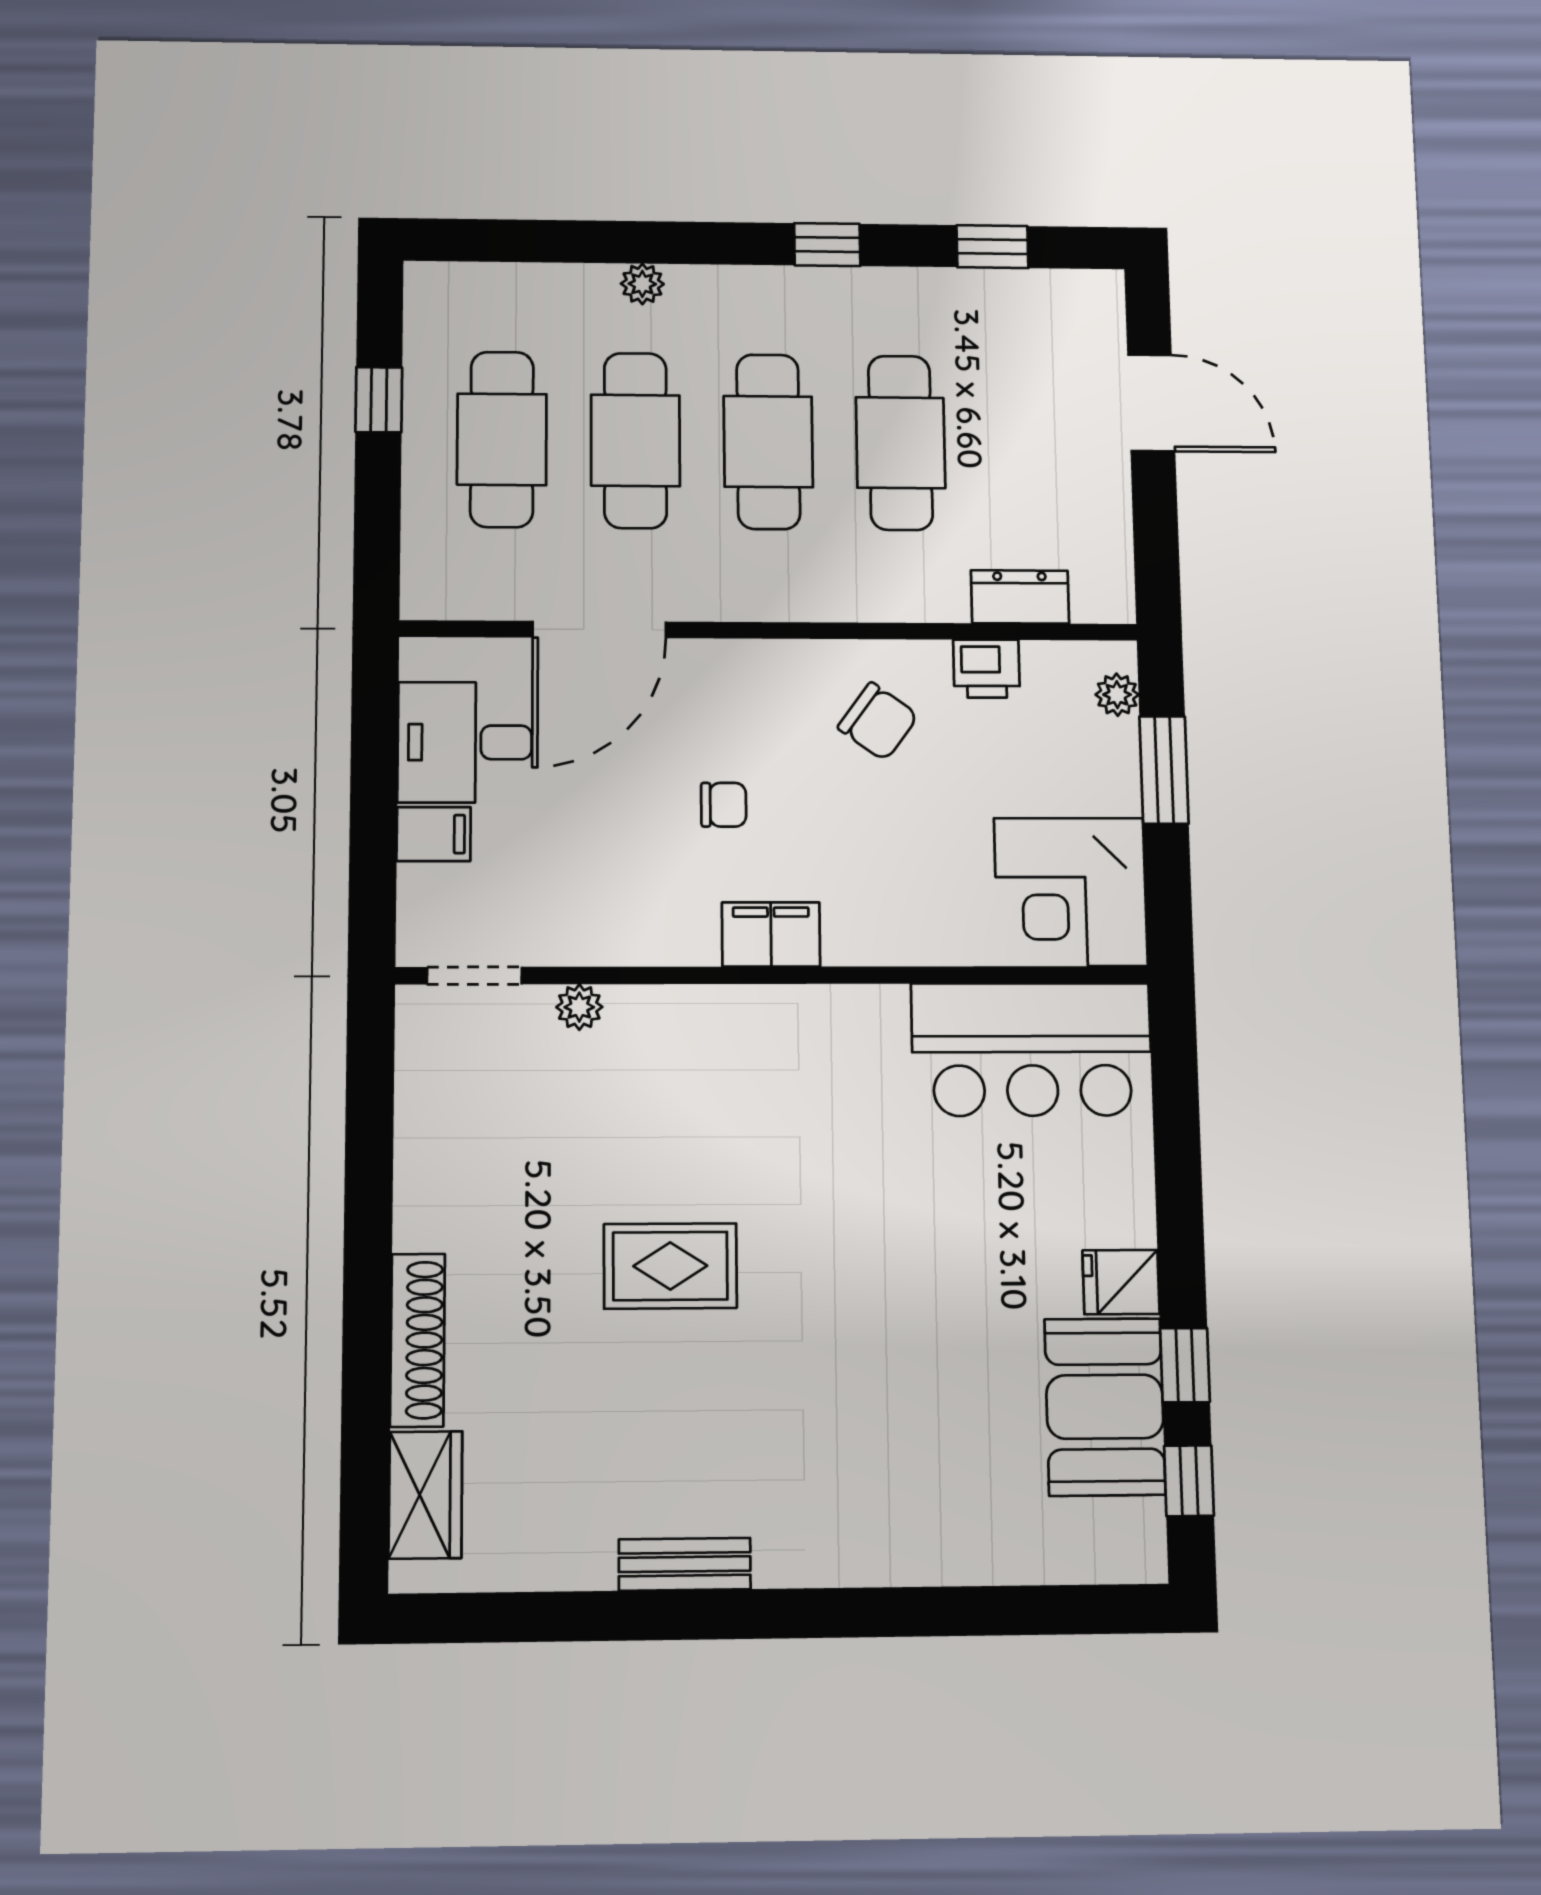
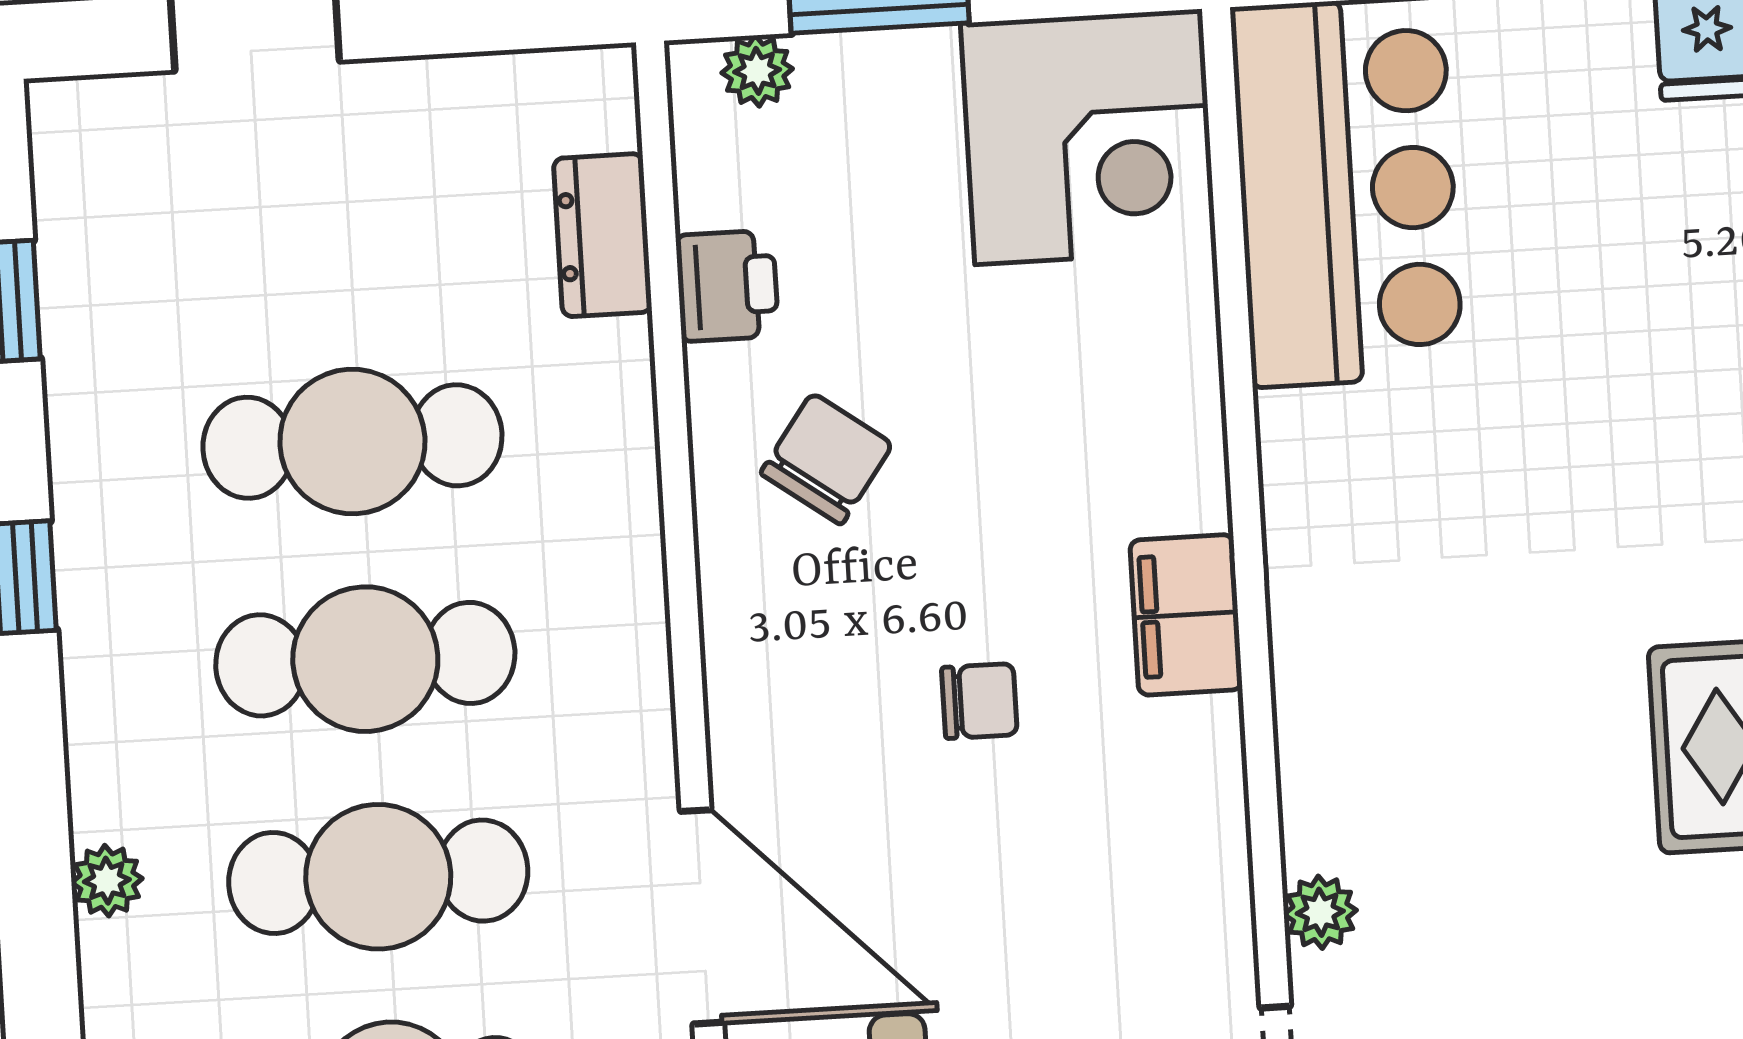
chair: (724, 805) -> (979, 701), turned 90

